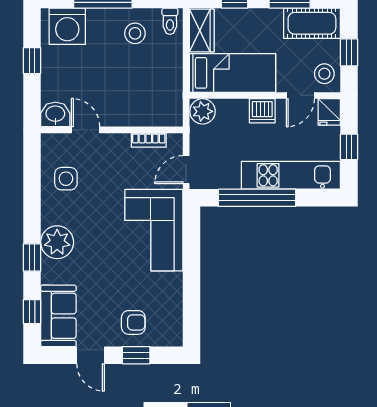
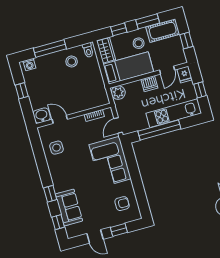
washing machine: (67, 26) -> (29, 64), width x0.53, depth x0.53
stool: (324, 74) -> (139, 43), moved
plant: (57, 242) -> (61, 182), removed
sofa: (58, 316) -> (69, 207), moved
armchair: (133, 322) -> (122, 204), moved

